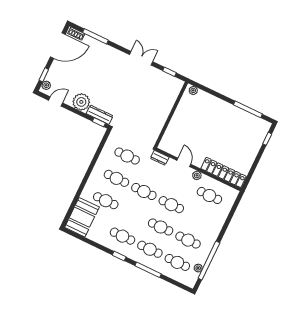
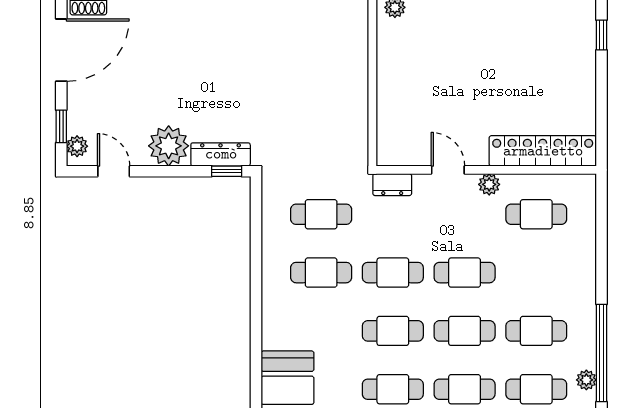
door: (56, 102) -> (114, 171), hinge flipped
cafe table: (106, 201) -> (393, 331), moved

